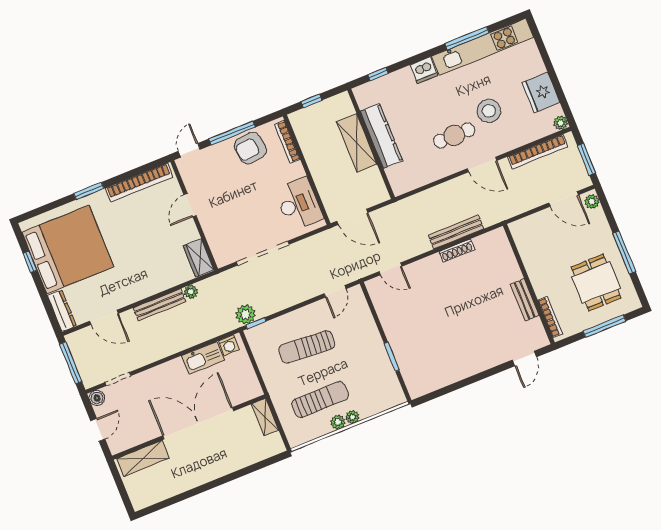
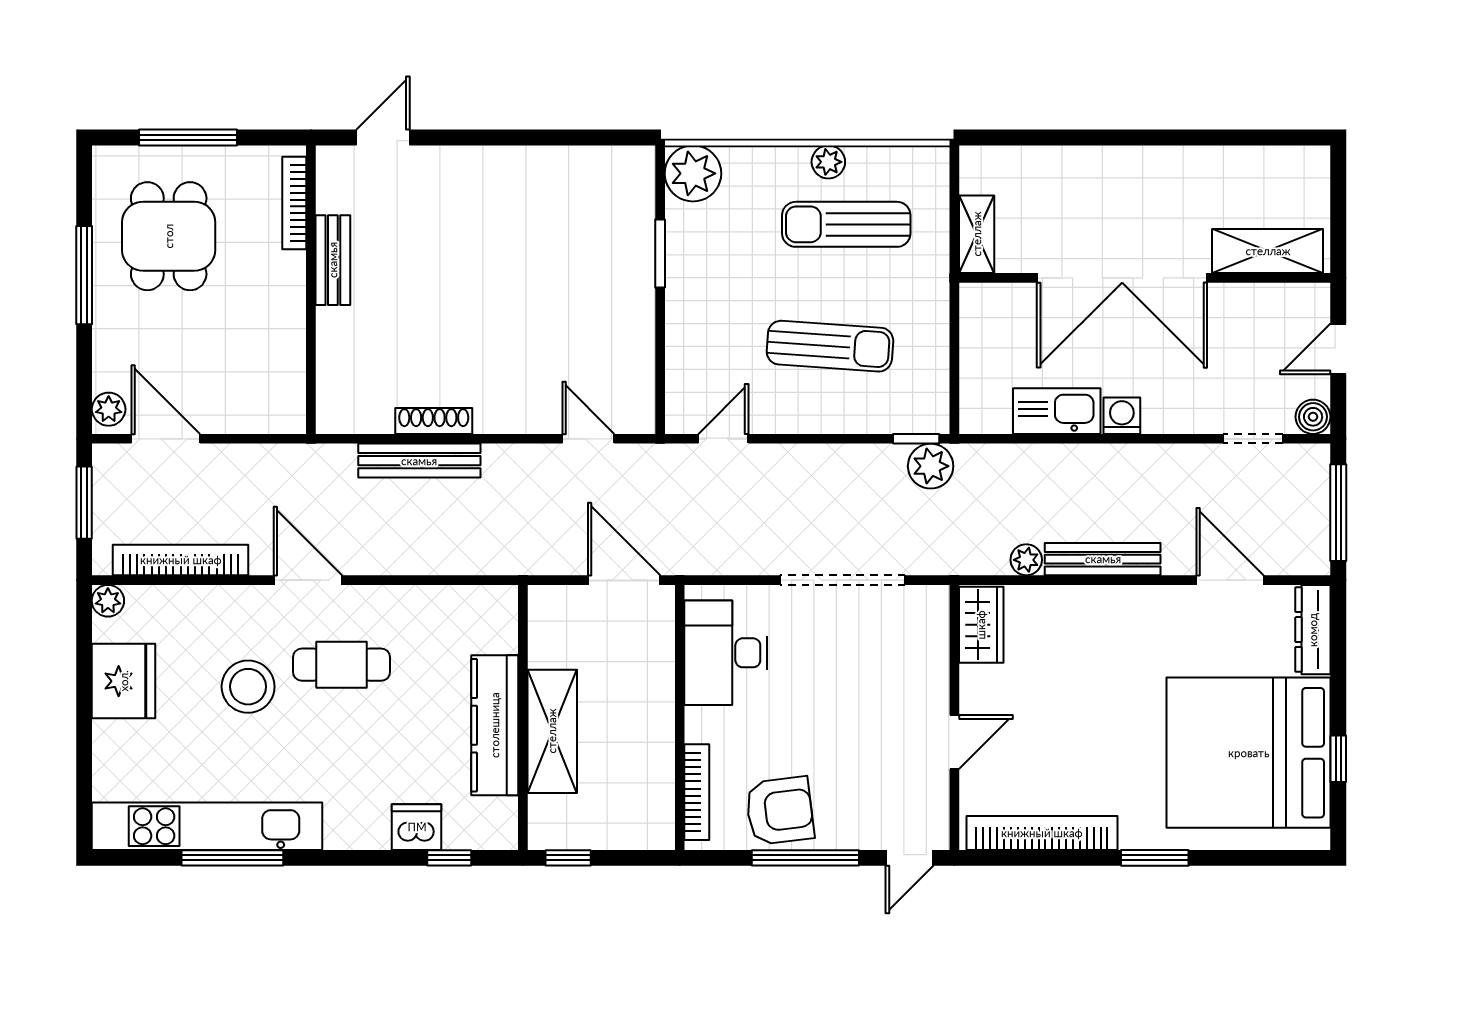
dishwasher: (424, 70) -> (417, 827), moved
window: (311, 101) -> (568, 858), moved
washing machine: (229, 345) -> (1122, 416), moved
plant: (352, 417) -> (693, 173), moved, width x1.87, depth x1.87

